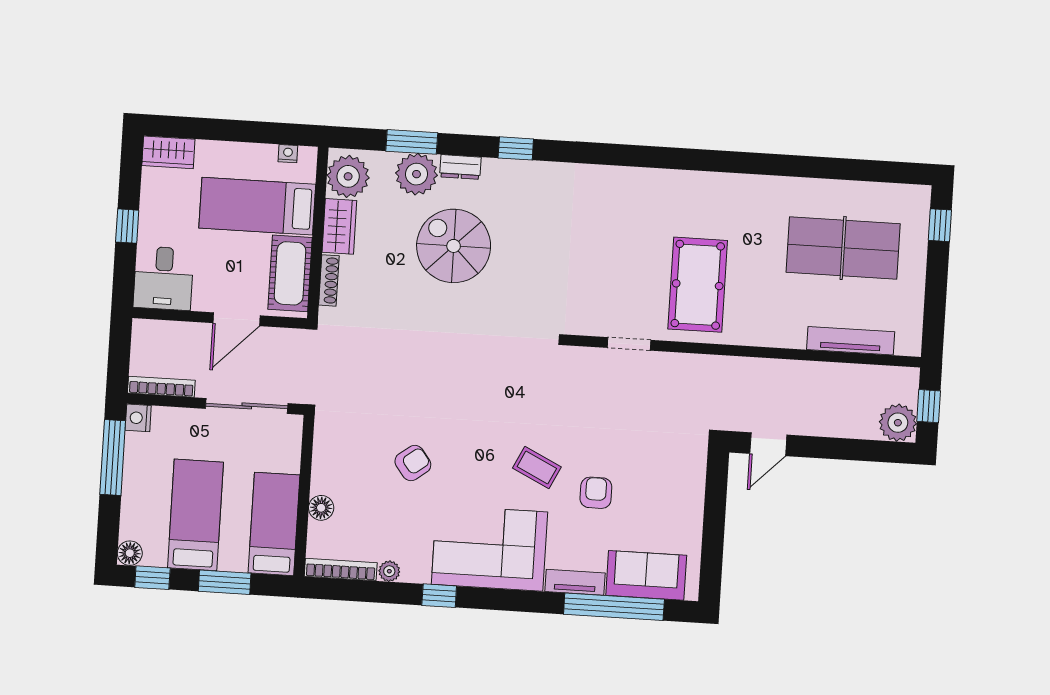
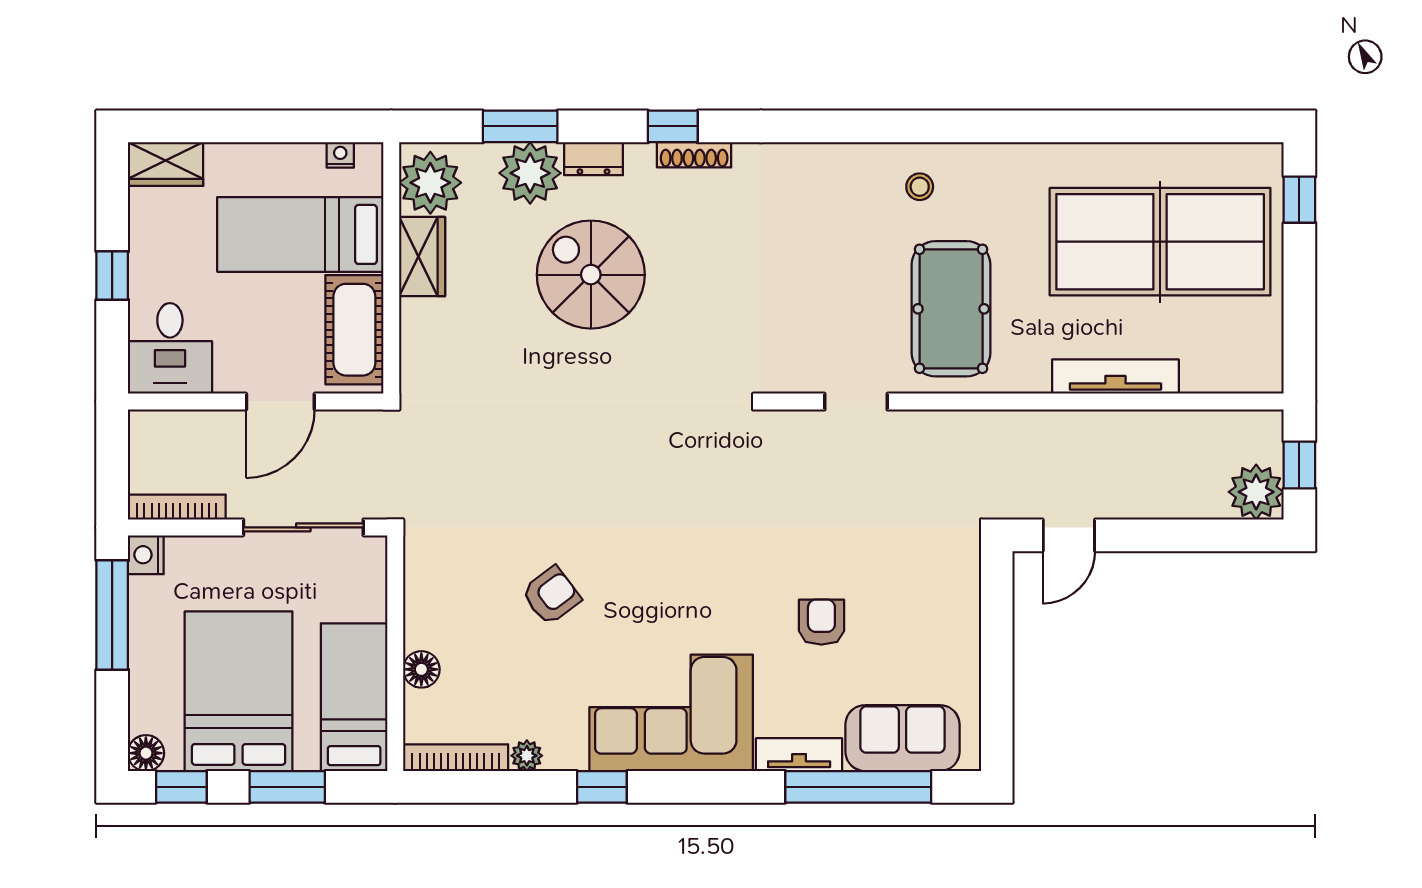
stool: (682, 200) -> (920, 187), added
table tennis table: (843, 248) -> (1160, 242), width x1.36, depth x1.32
shoe rack: (329, 280) -> (694, 155), moved, turned 90
tv unit: (851, 341) -> (1115, 377), moved
coffee table: (537, 467) -> (733, 591), removed
bed: (196, 515) -> (239, 691), width x1.50

